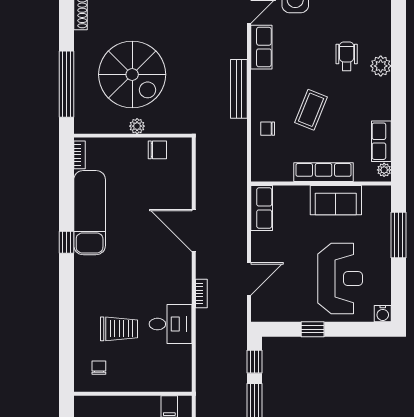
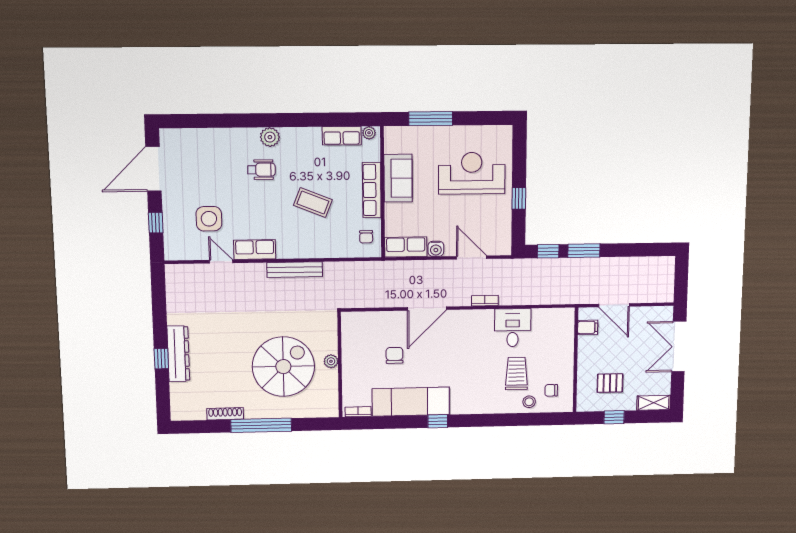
wheelchair: (347, 56) -> (261, 170), turned 180
window: (66, 84) -> (261, 425), moved
chair: (268, 129) -> (366, 237), moved
chair: (157, 150) -> (394, 355), moved
water cooler: (383, 314) -> (436, 249), moved, turned 90
stool: (86, 343) -> (529, 402), added

